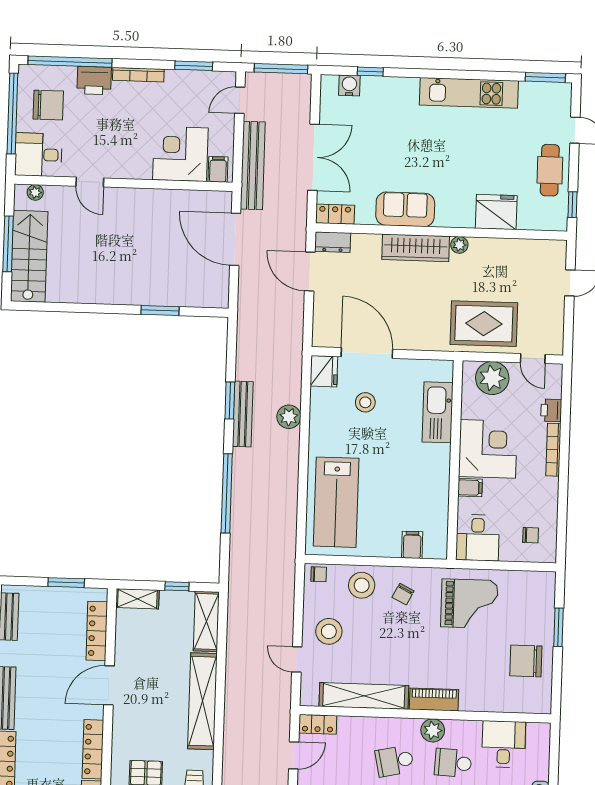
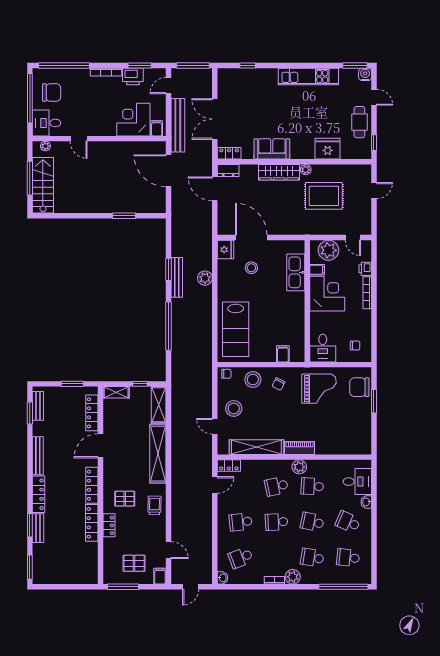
printer: (94, 80) -> (133, 77), moved
water cooler: (349, 85) -> (365, 74), moved
double door: (314, 157) -> (215, 119), swing flipped
rug: (484, 324) -> (324, 196), moved
filing cabinet: (470, 488) -> (317, 270), moved
chair: (526, 661) -> (359, 387), moved
desk: (504, 744) -> (357, 482), moved, turned 90

